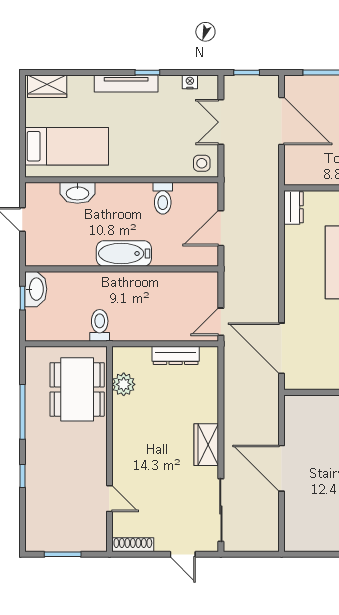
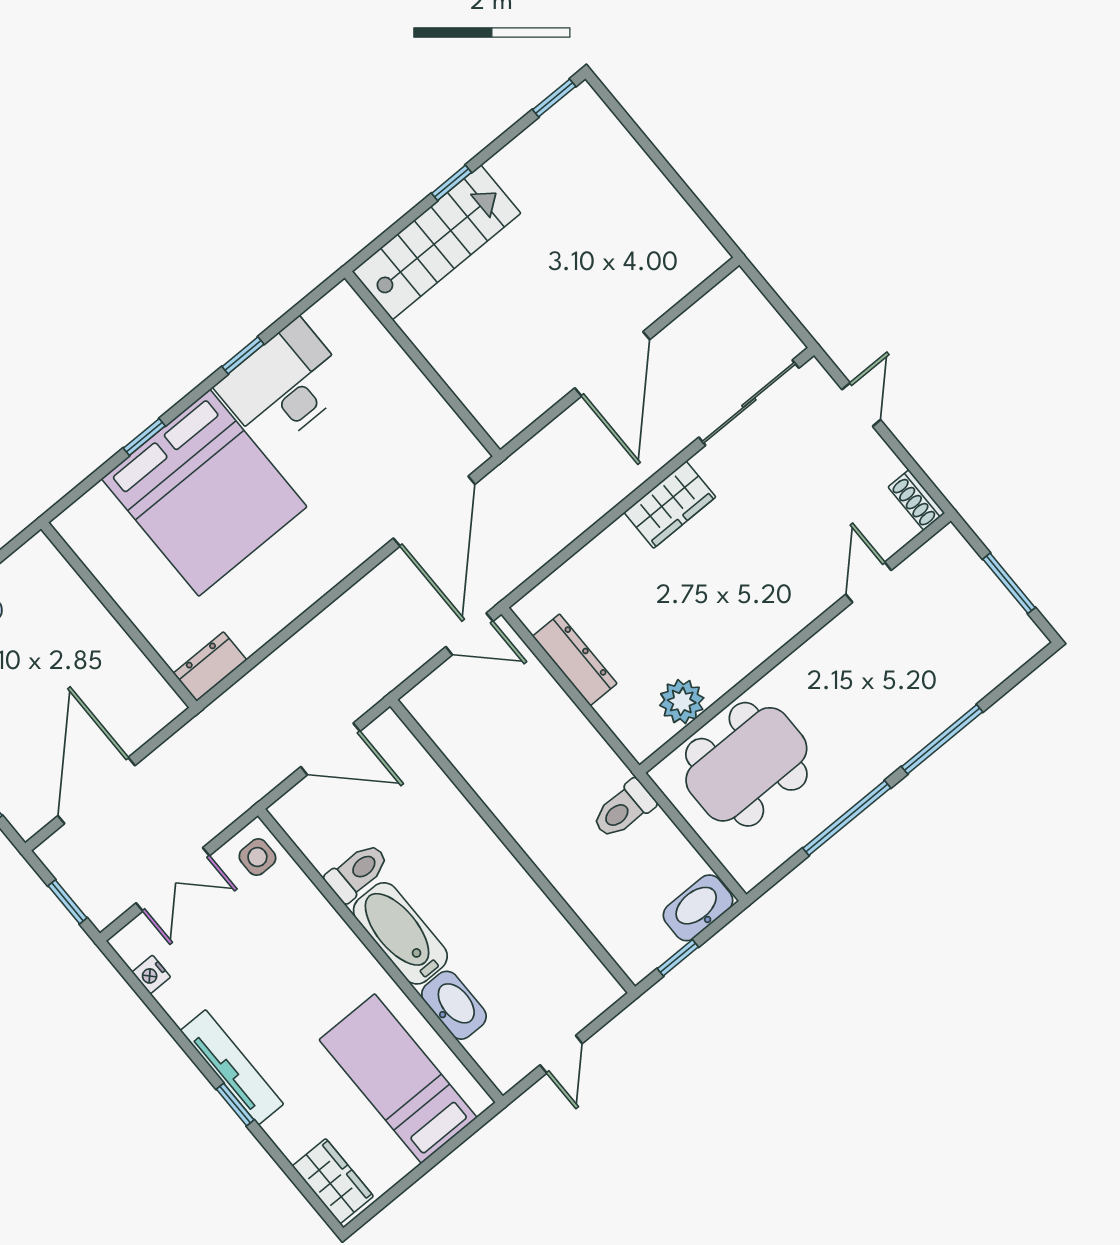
window: (147, 72) -> (235, 1105), moved
bathtub: (124, 253) -> (400, 933), moved, turned 180
washbasin: (36, 289) -> (698, 908), moved
window: (22, 476) -> (942, 739), width x2.17
shoe rack: (133, 545) -> (916, 500), width x0.70

